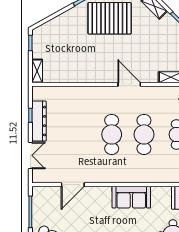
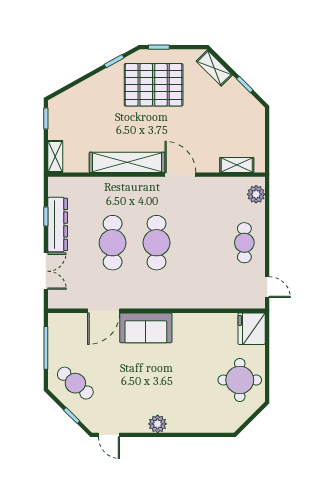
shelving: (90, 75) -> (127, 162), added
cafe table: (144, 134) -> (113, 243), moved
sofa: (131, 197) -> (146, 328), moved

